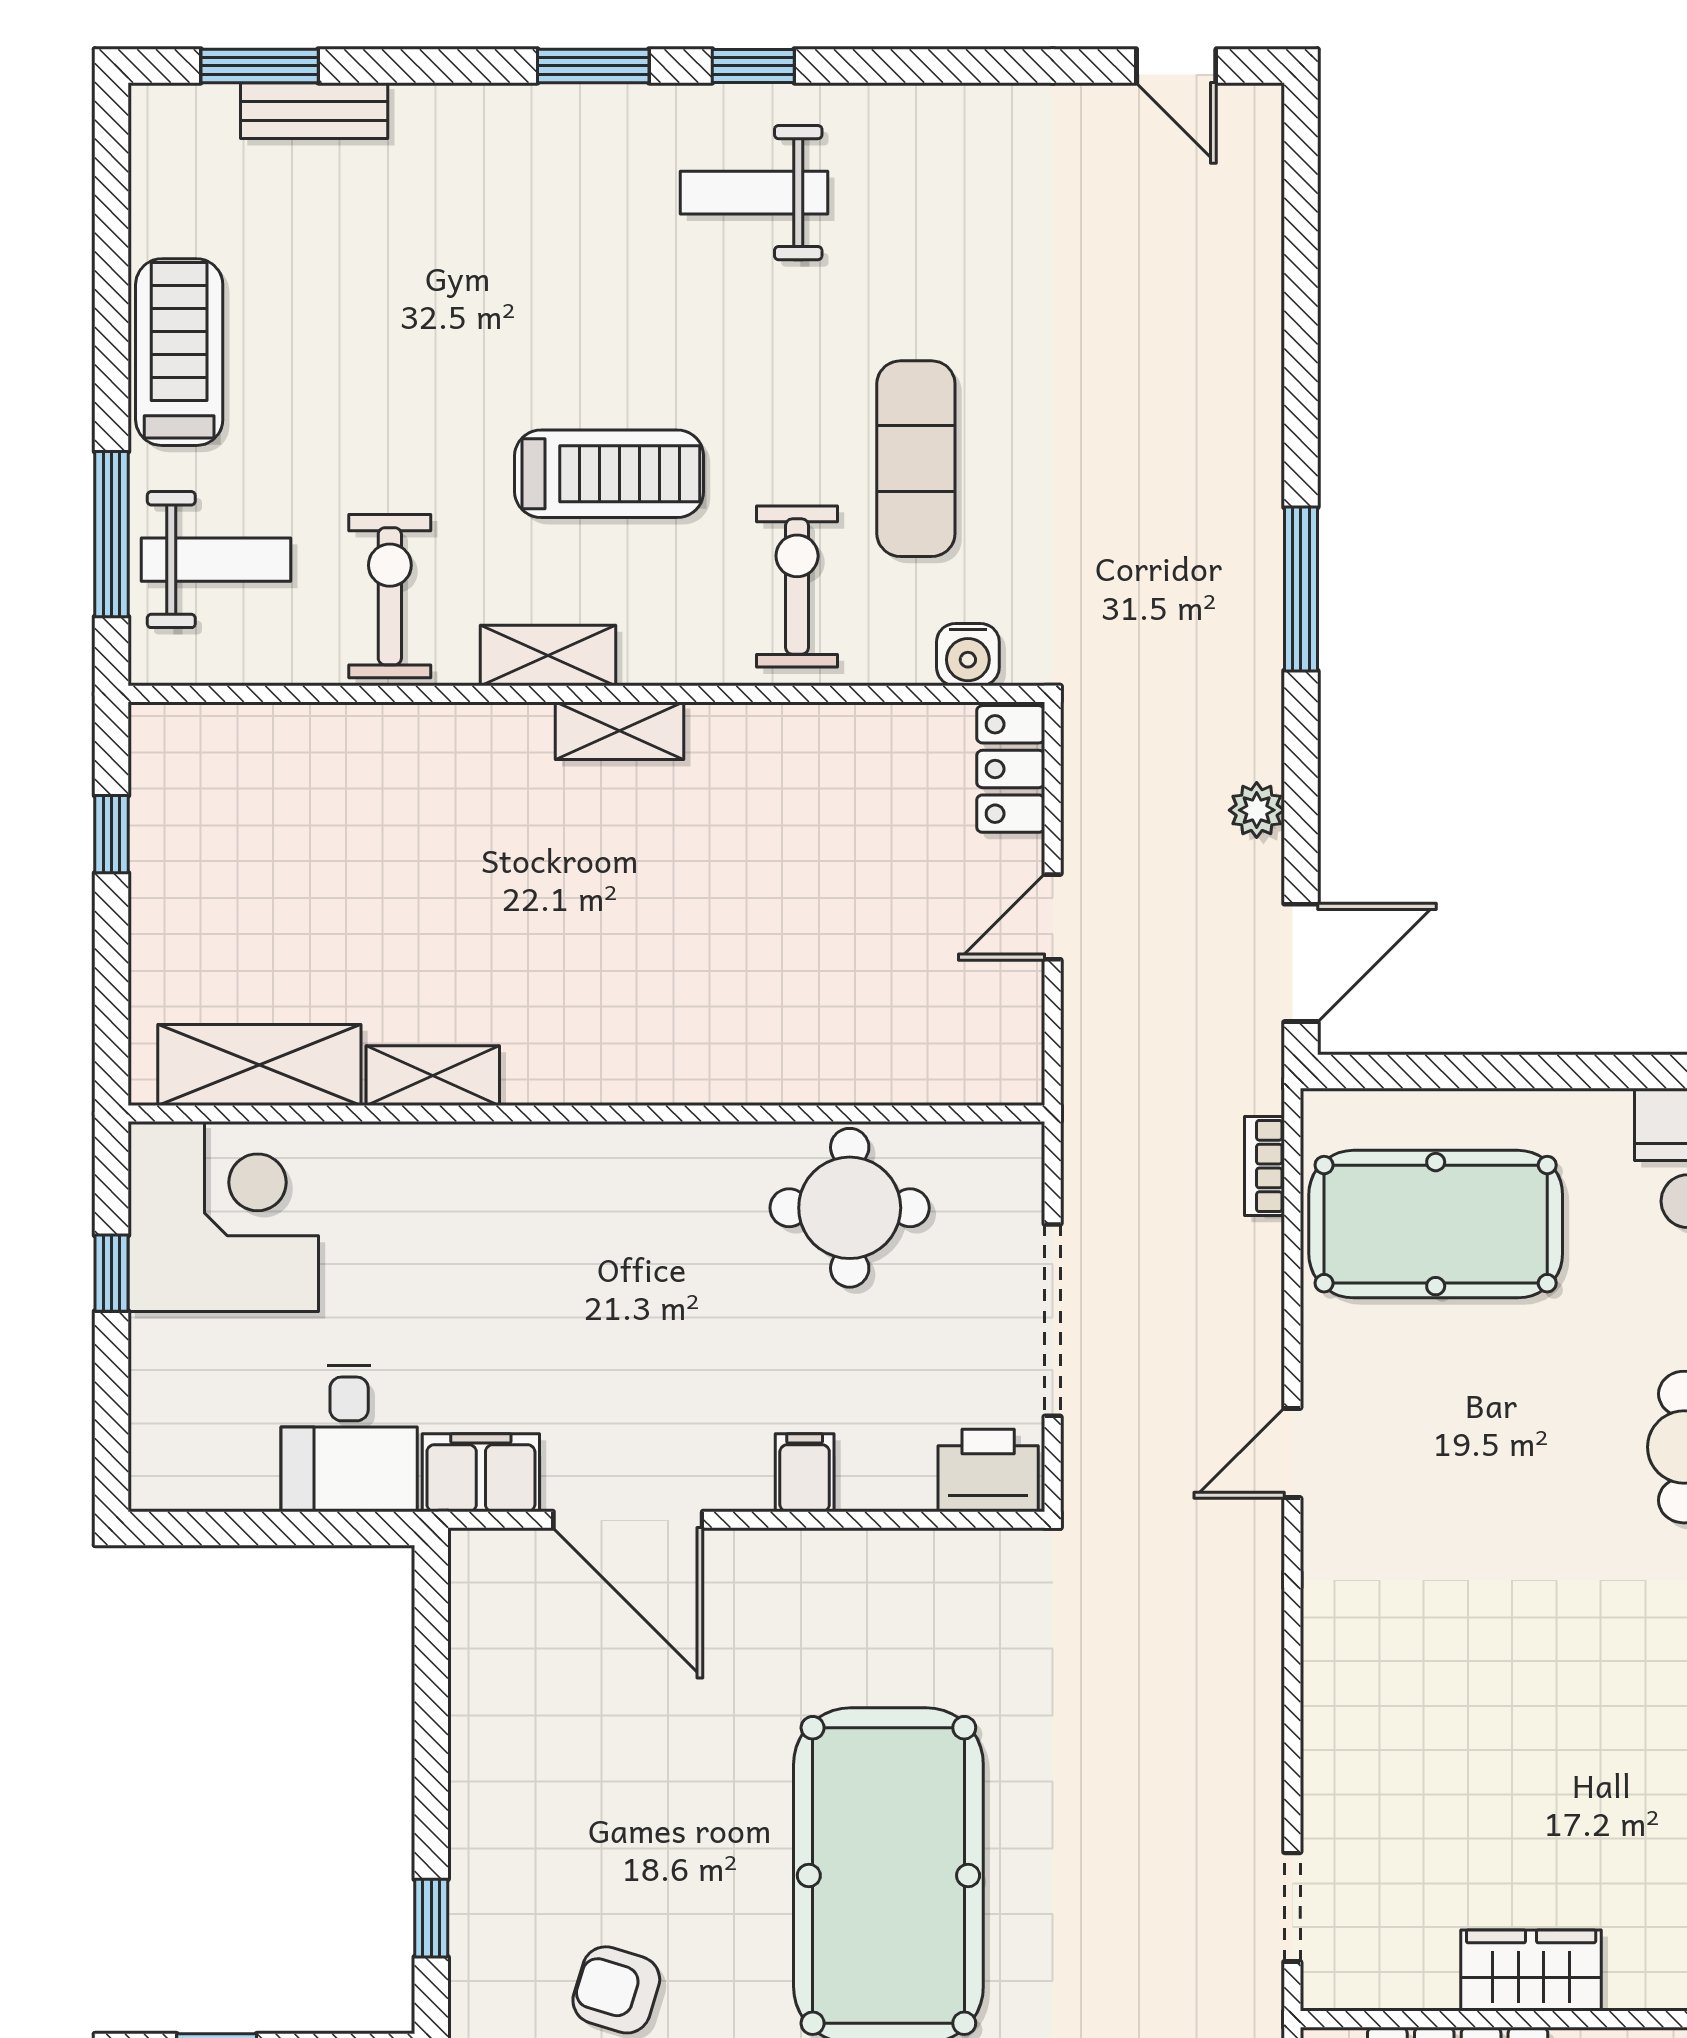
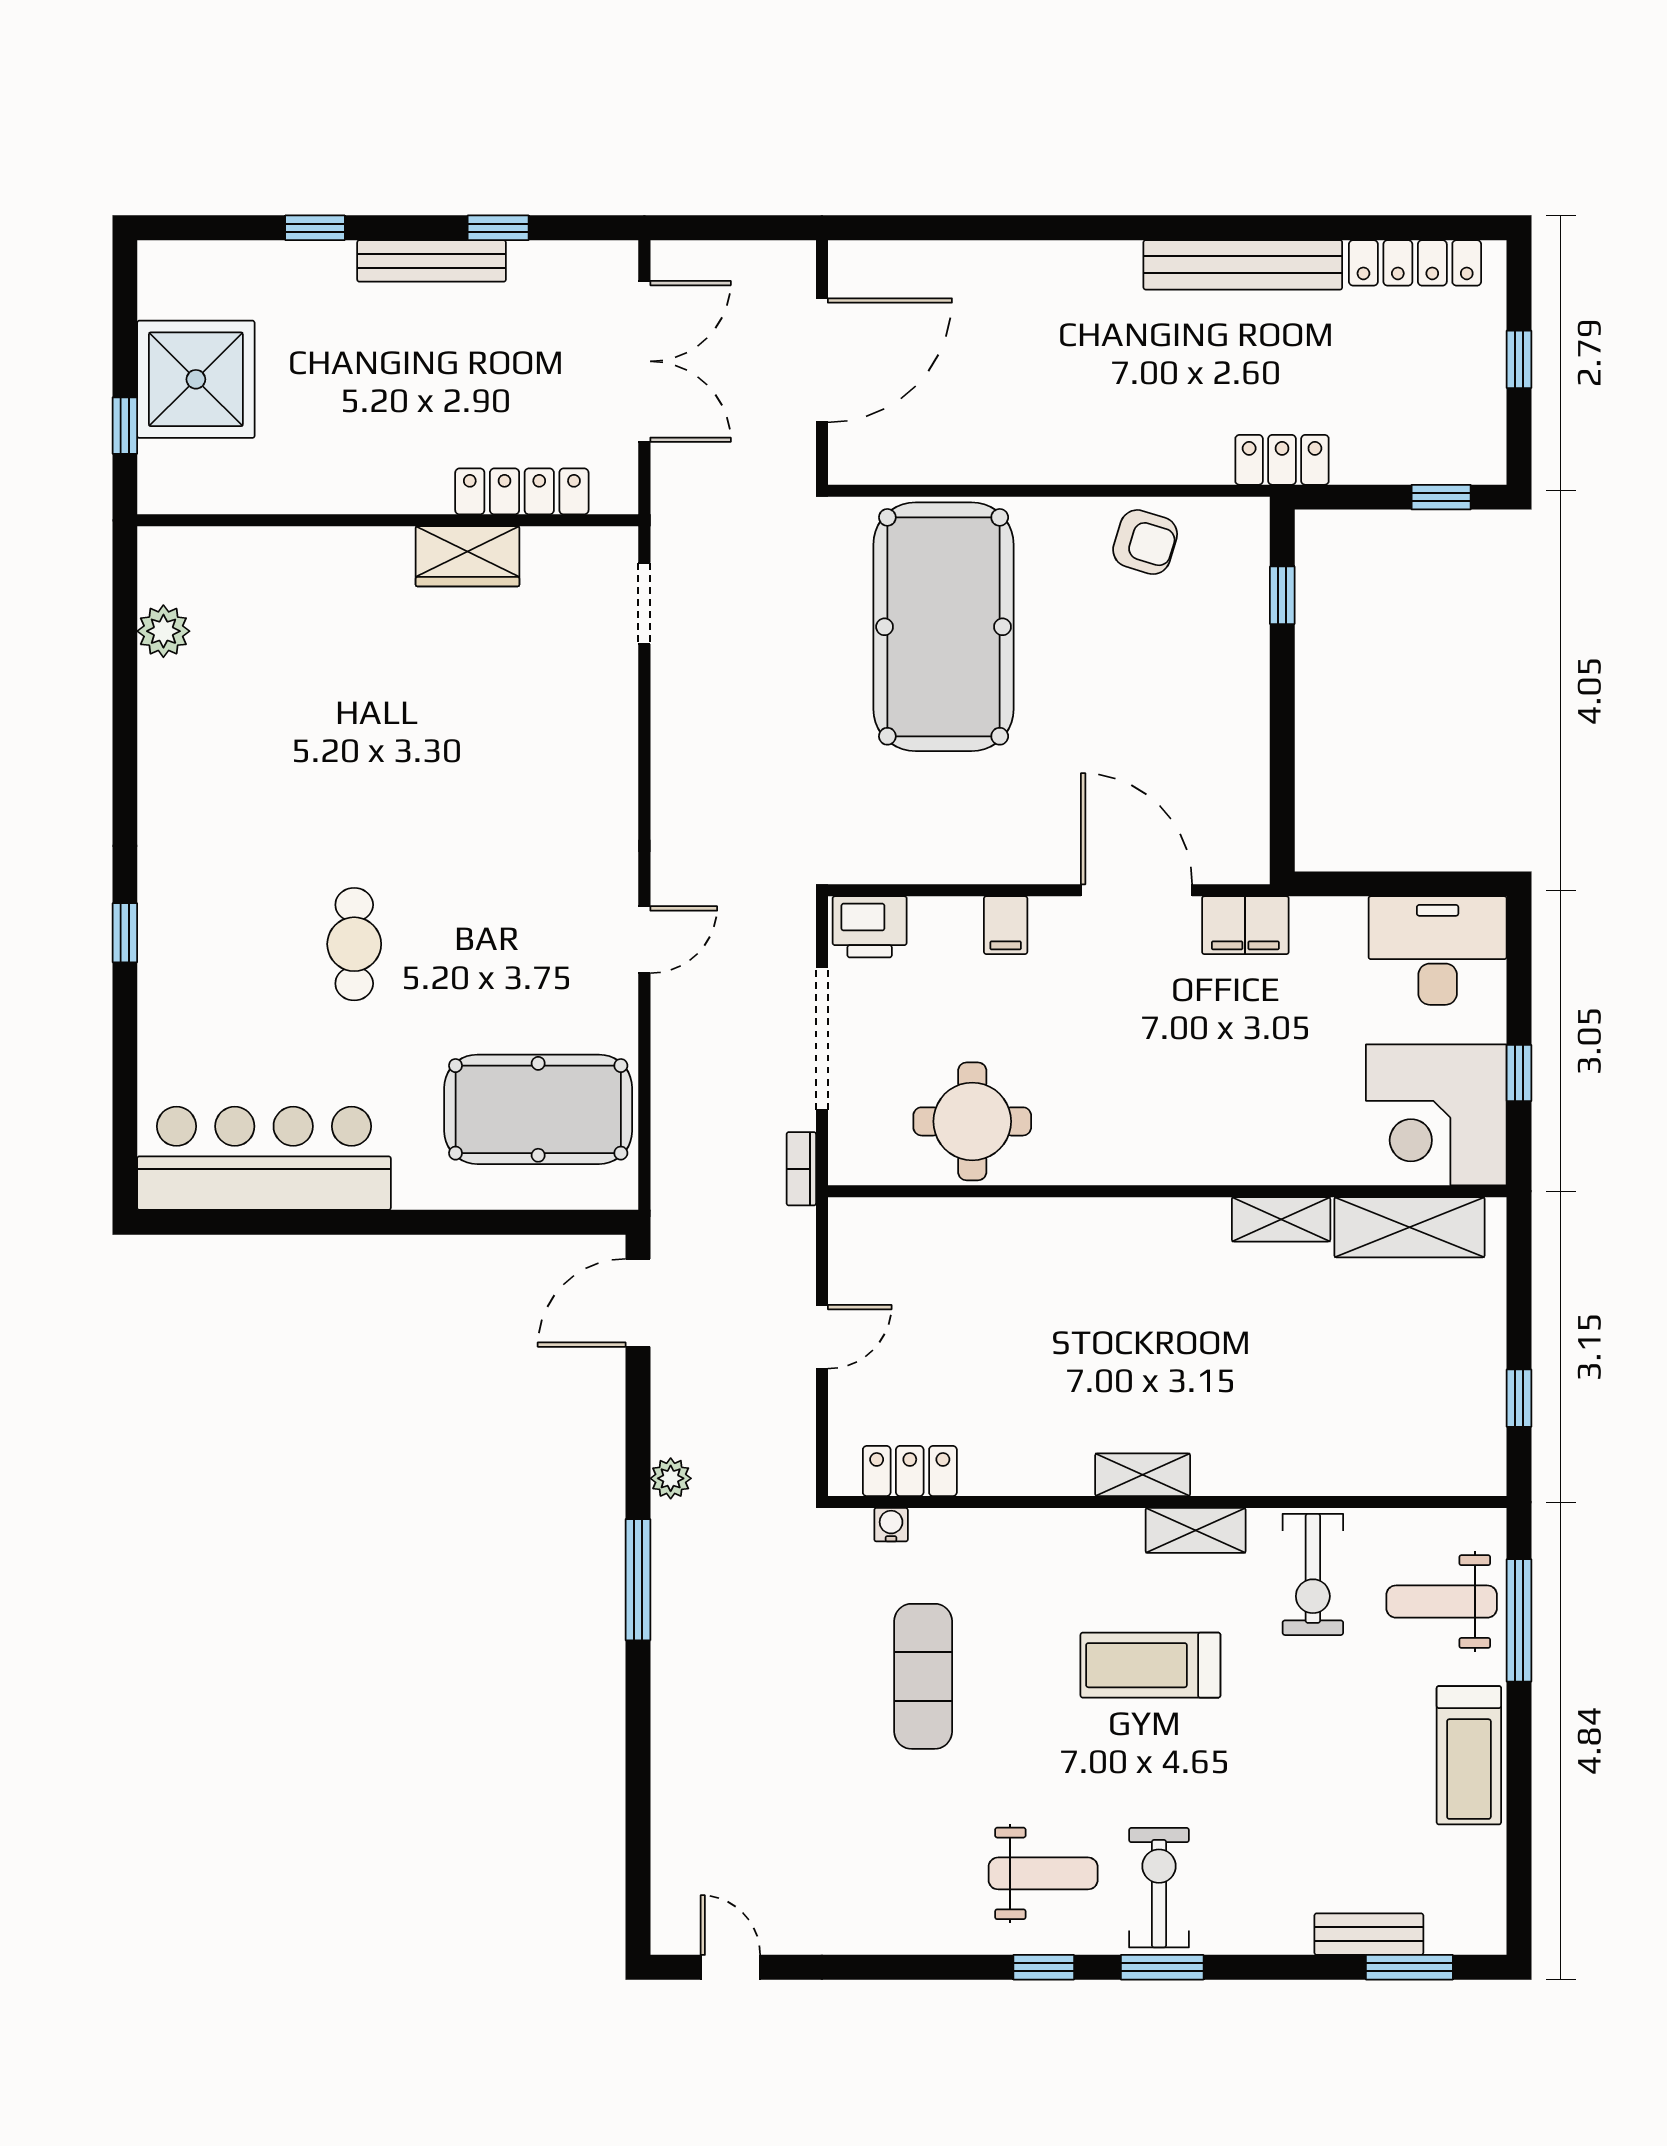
exercise bike: (797, 587) -> (1159, 1888), moved, turned 180
water cooler: (968, 655) -> (891, 1525), width x0.72, depth x0.72
locker: (1011, 769) -> (910, 1471), moved, turned -90
plant: (1257, 810) -> (671, 1478), moved
bookcase: (1264, 1166) -> (801, 1169), moved, turned 180
desk: (349, 1438) -> (1438, 951), moved, width x1.37

